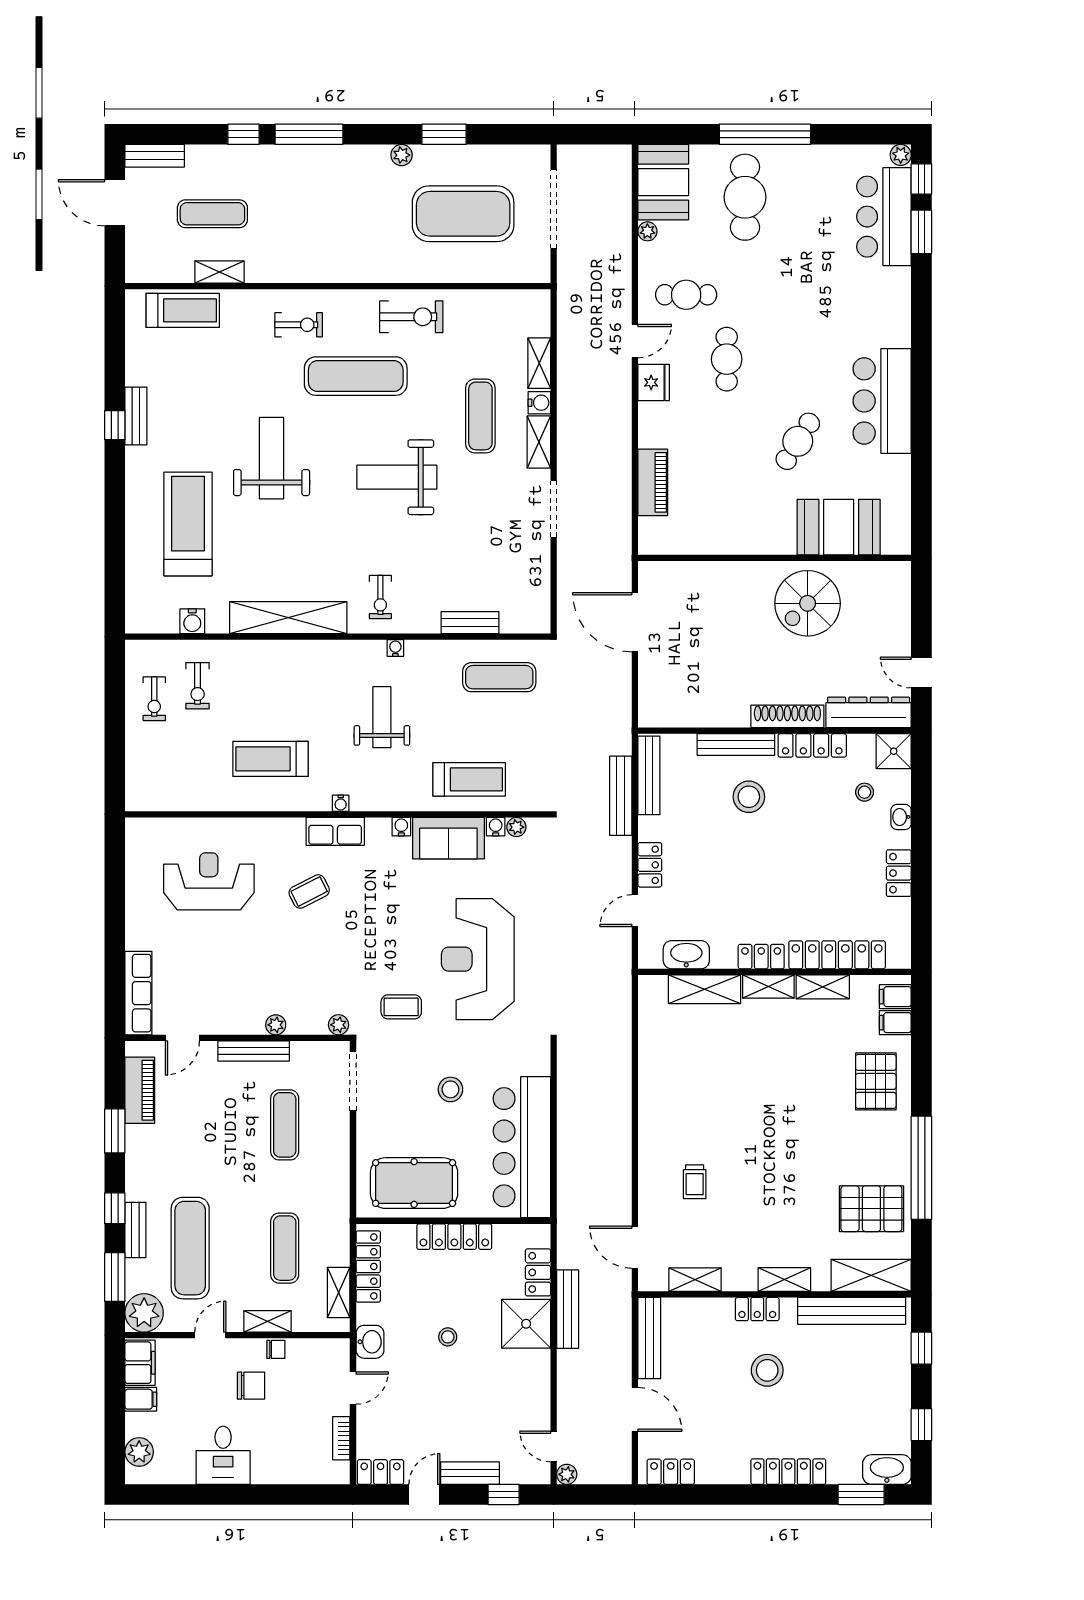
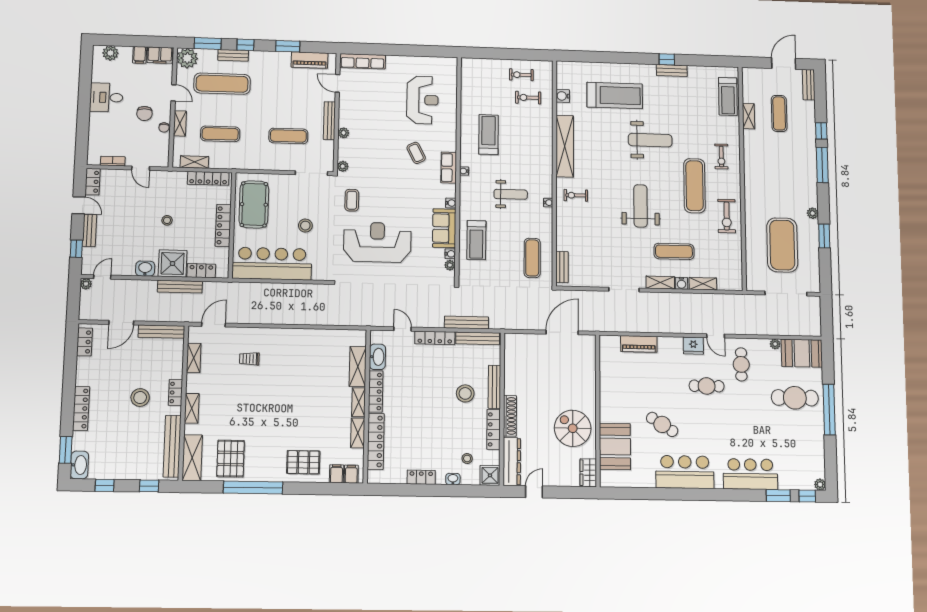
bar counter: (884, 217) -> (750, 474), moved
wardrobe: (886, 575) -> (588, 473), added
bench: (470, 623) -> (562, 267), moved
locker: (650, 865) -> (435, 338), width x1.53
locker: (761, 957) -> (376, 391), width x1.53
washbasin: (370, 1342) -> (145, 269), moved, turned 180

